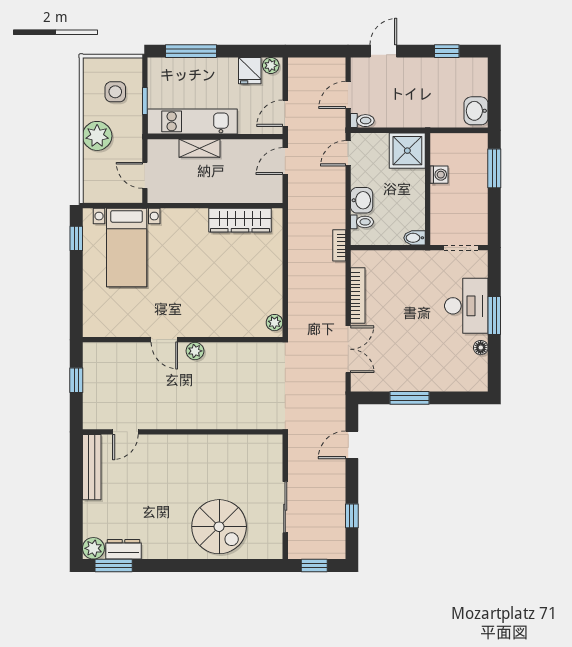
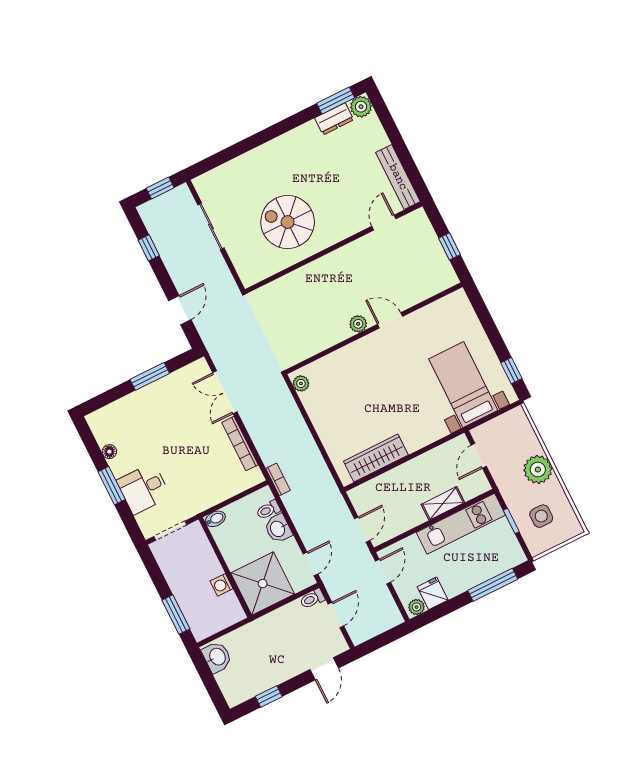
shower: (407, 151) -> (263, 584), width x1.37, depth x1.37
door: (145, 175) -> (479, 456), swing flipped
desk: (466, 306) -> (144, 488), width x0.73
spiral stairs: (219, 527) -> (288, 222), moved

